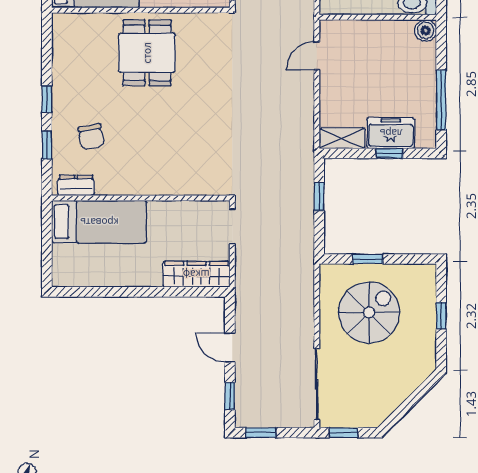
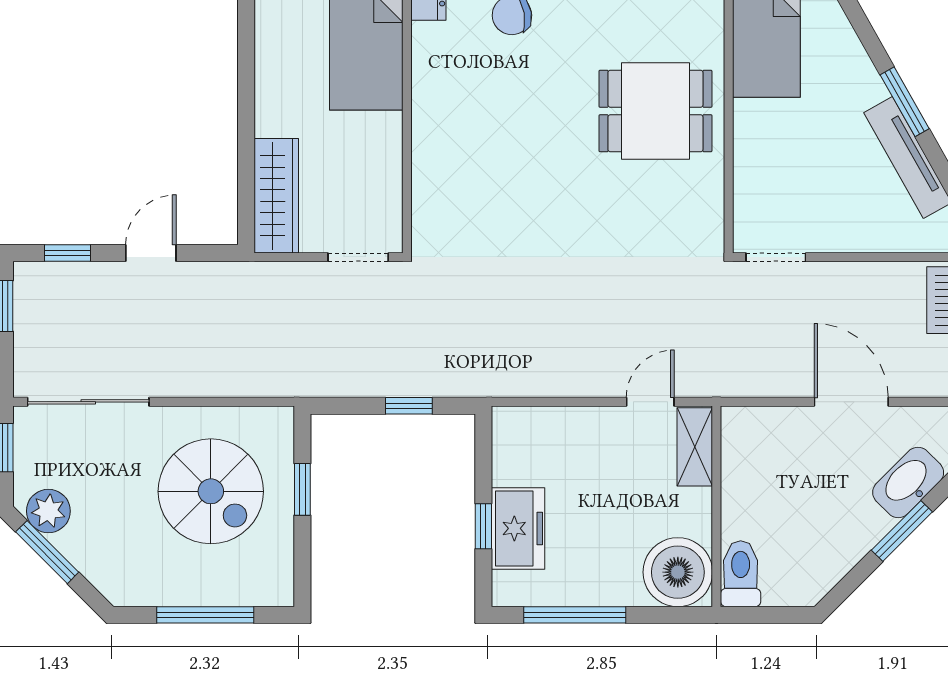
boiler: (426, 30) -> (678, 572), width x1.86, depth x1.86
door: (317, 56) -> (650, 402), hinge flipped
shelving: (342, 138) -> (695, 447), moved
window: (441, 316) -> (205, 615), width x2.17
plant: (381, 407) -> (48, 511), added
window: (405, 408) -> (47, 552), added

